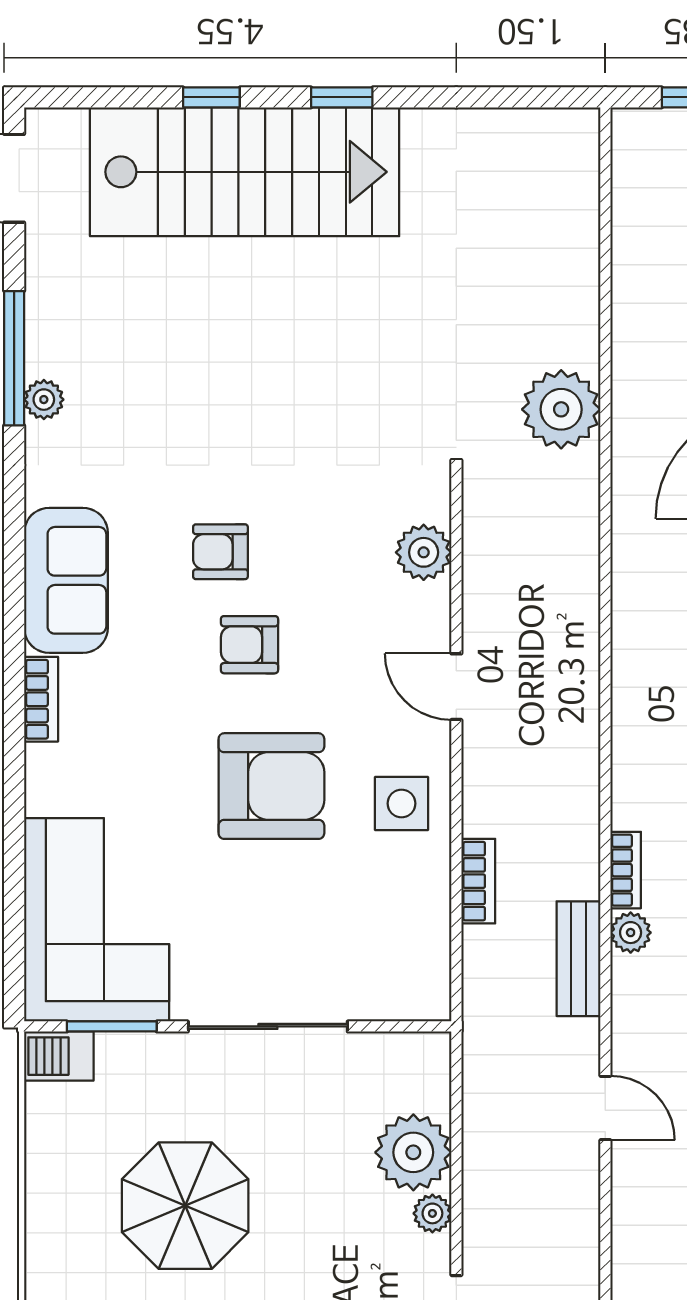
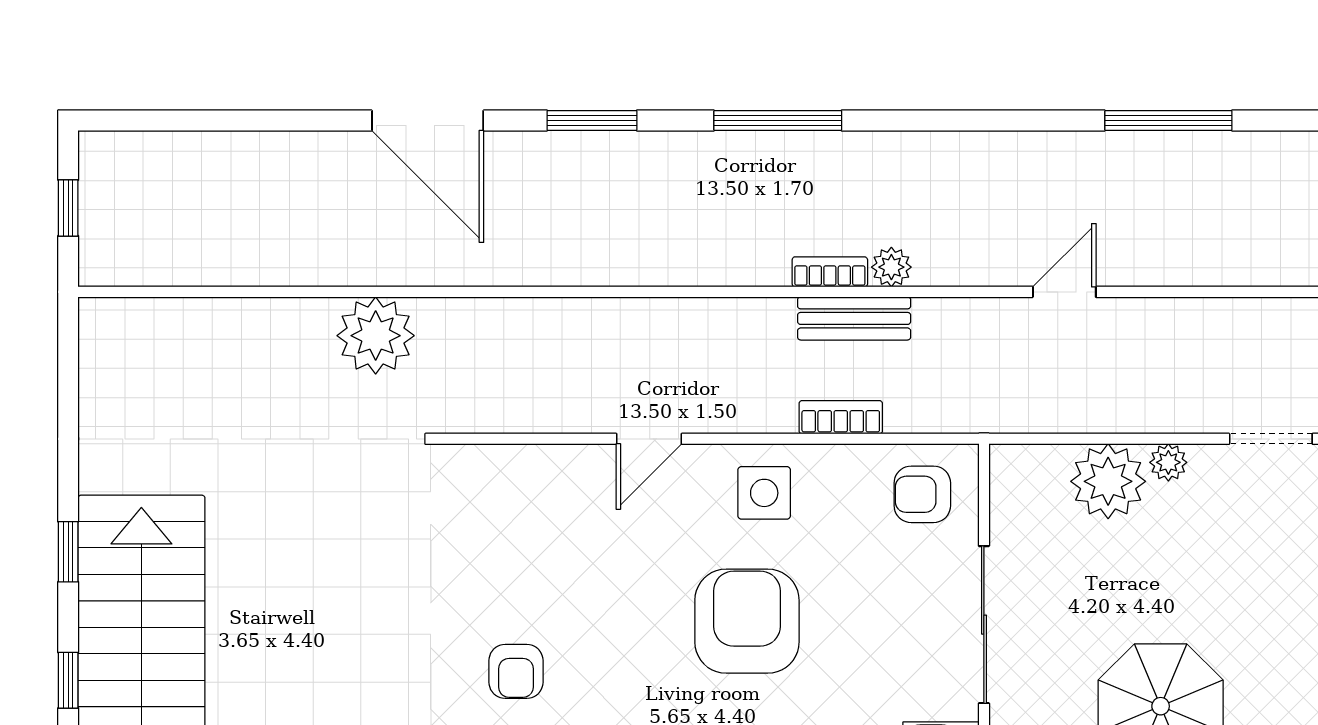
plant: (424, 552) -> (517, 471), removed
armchair: (250, 645) -> (922, 494), moved, turned 90
bench: (579, 959) -> (854, 318), moved

